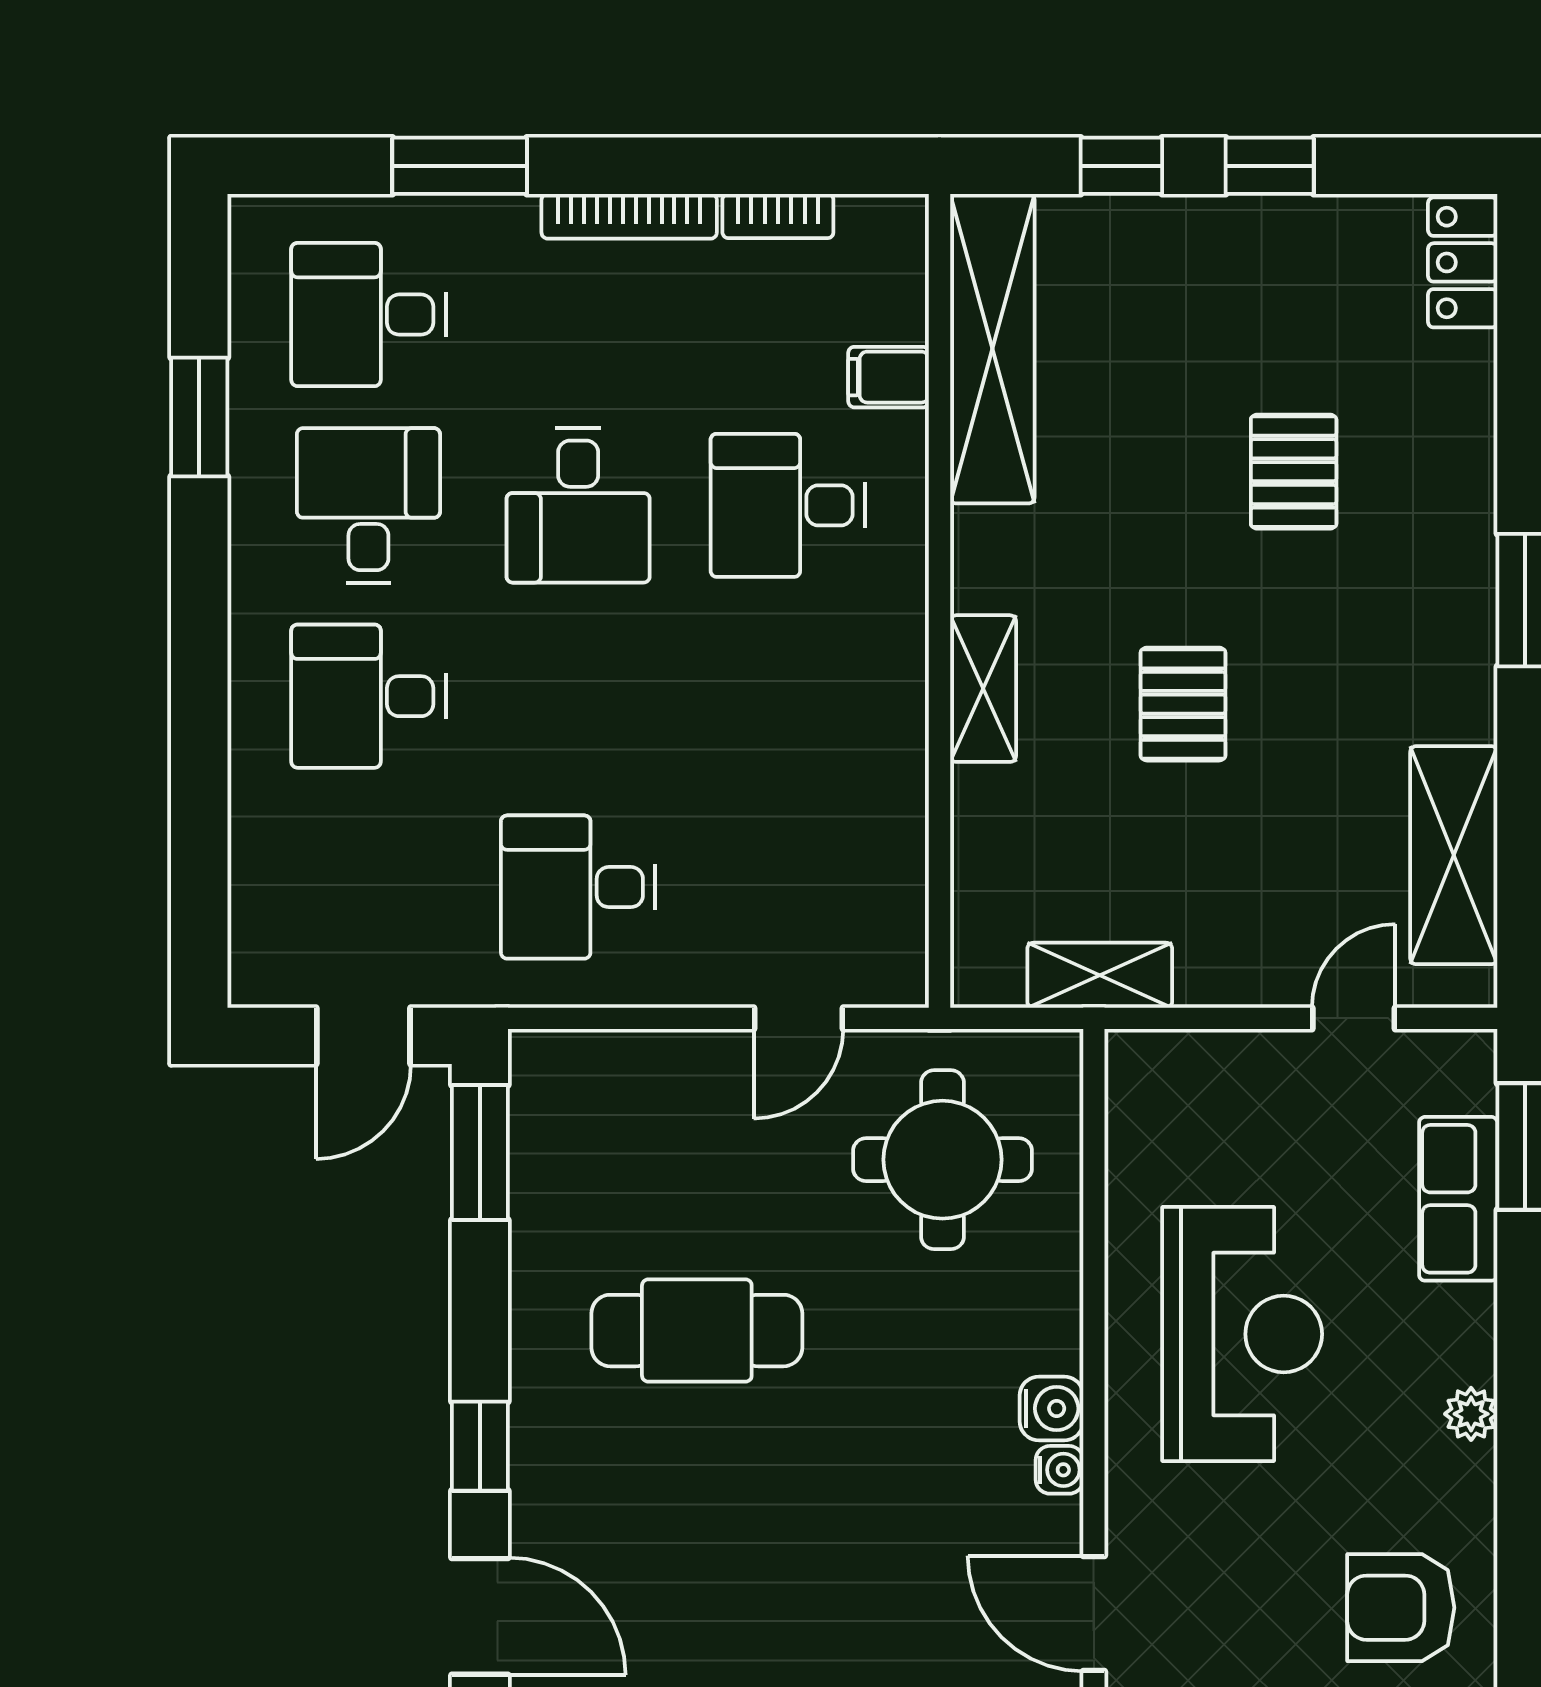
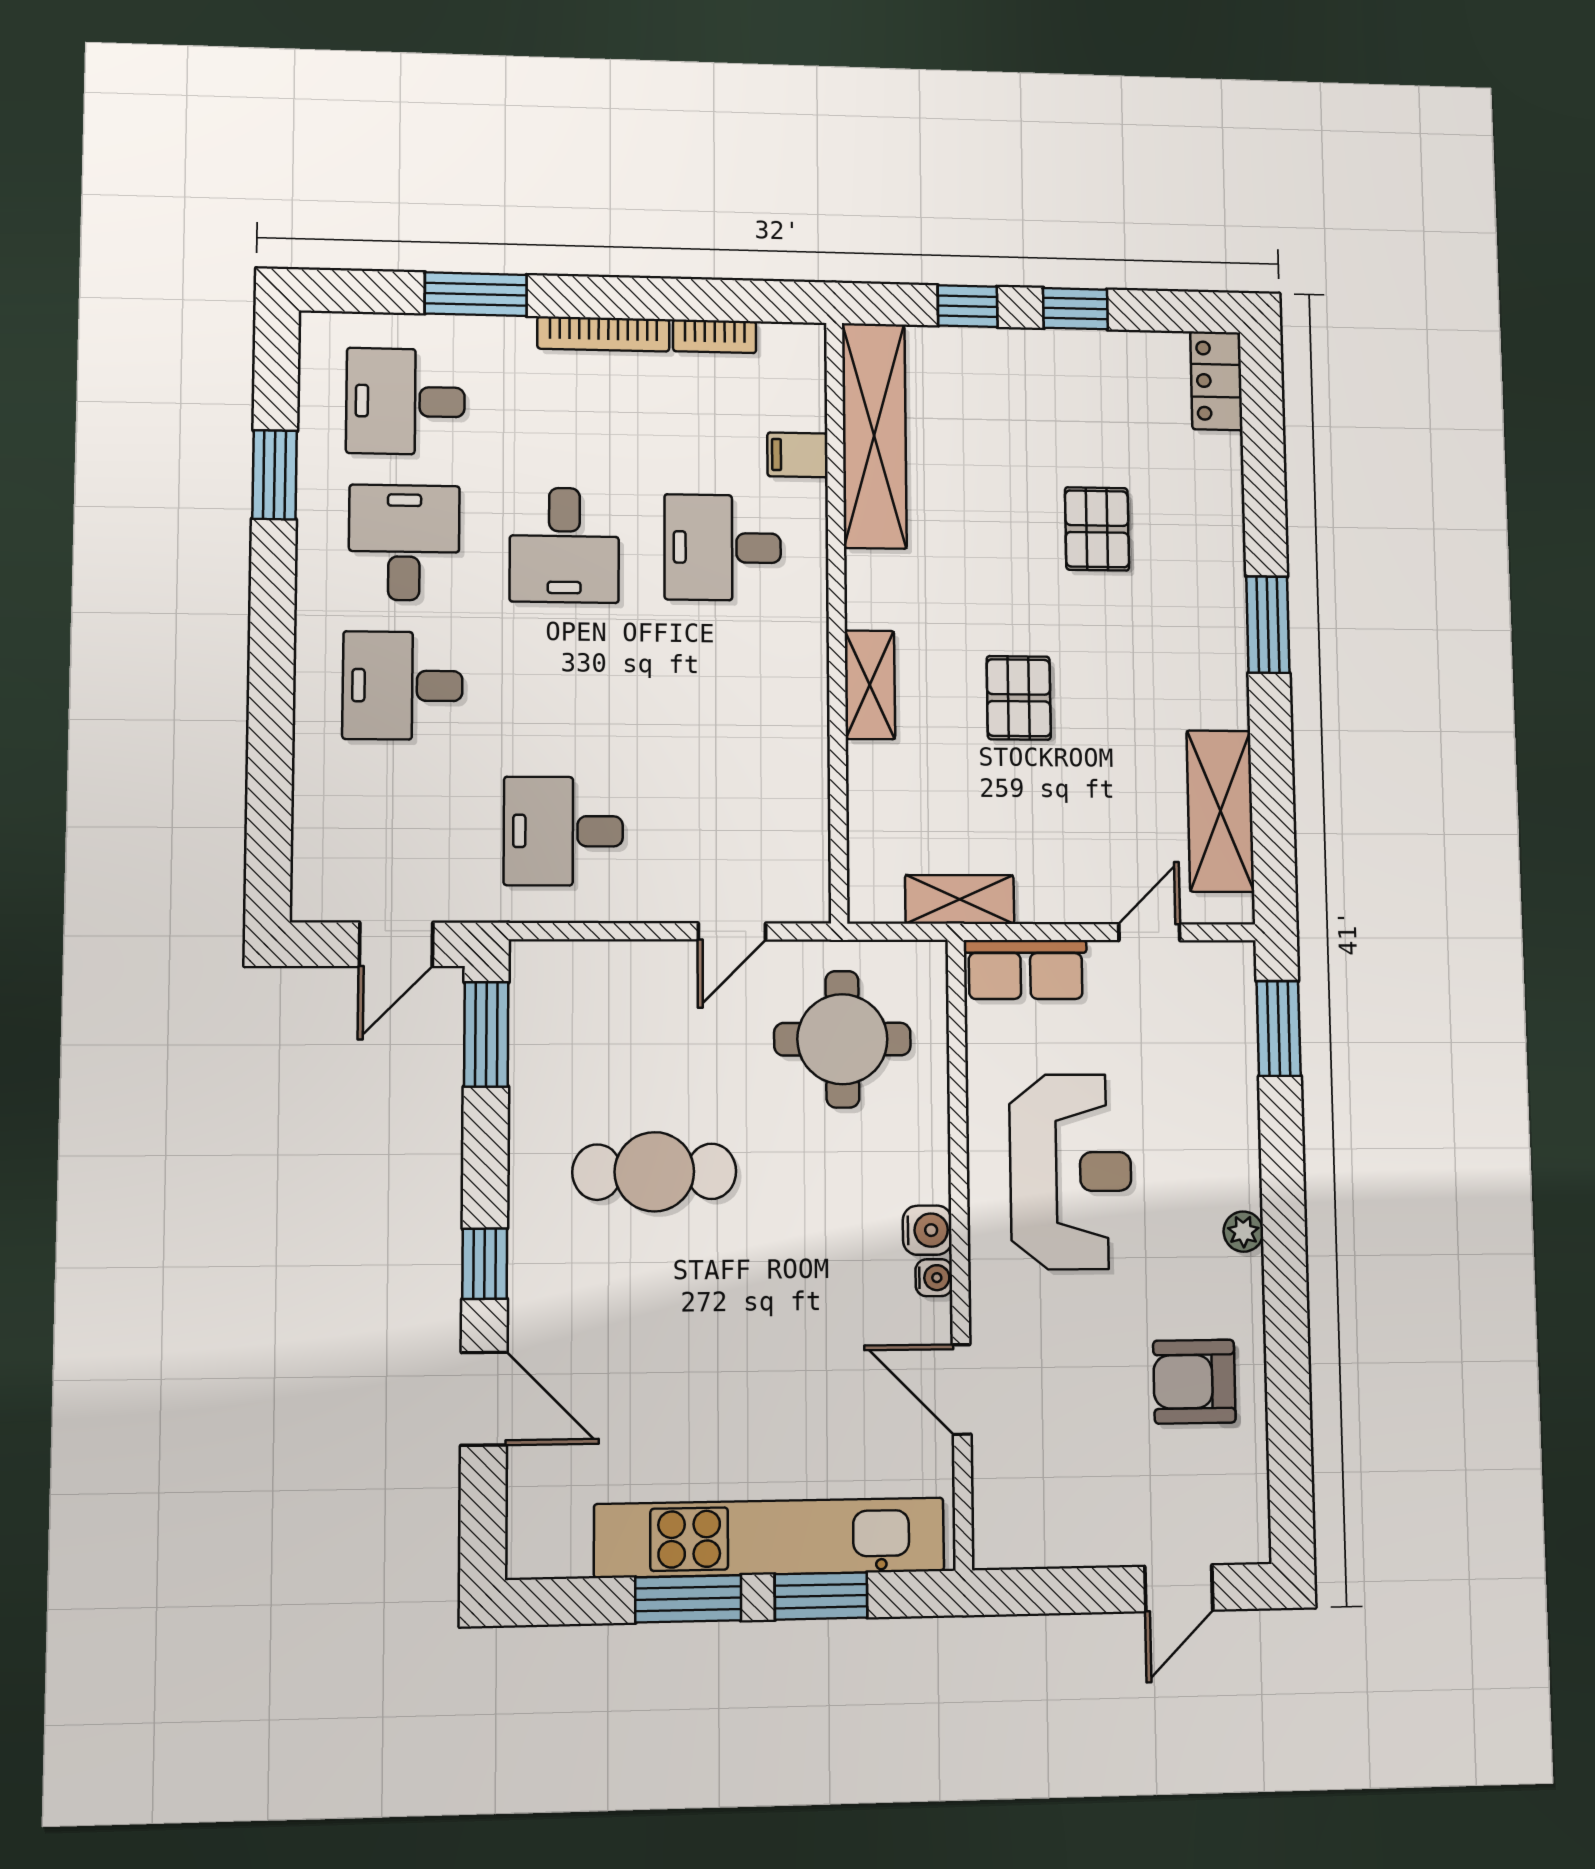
row of seats: (1458, 1199) -> (1025, 969), moved, turned -90

